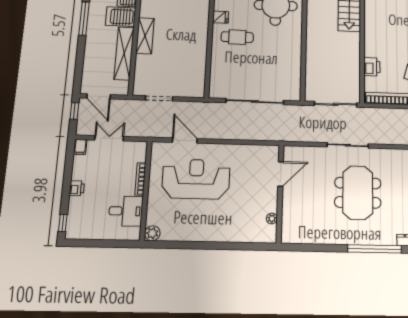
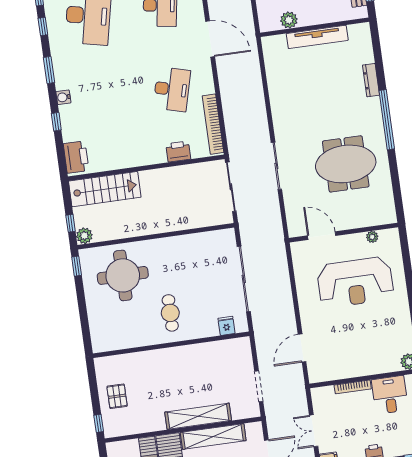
fridge: (221, 17) -> (226, 326), moved
shelving: (145, 36) -> (198, 416), width x1.47
reception desk: (196, 179) -> (355, 282), moved, turned -90
meeting table: (358, 193) -> (346, 164), moved

